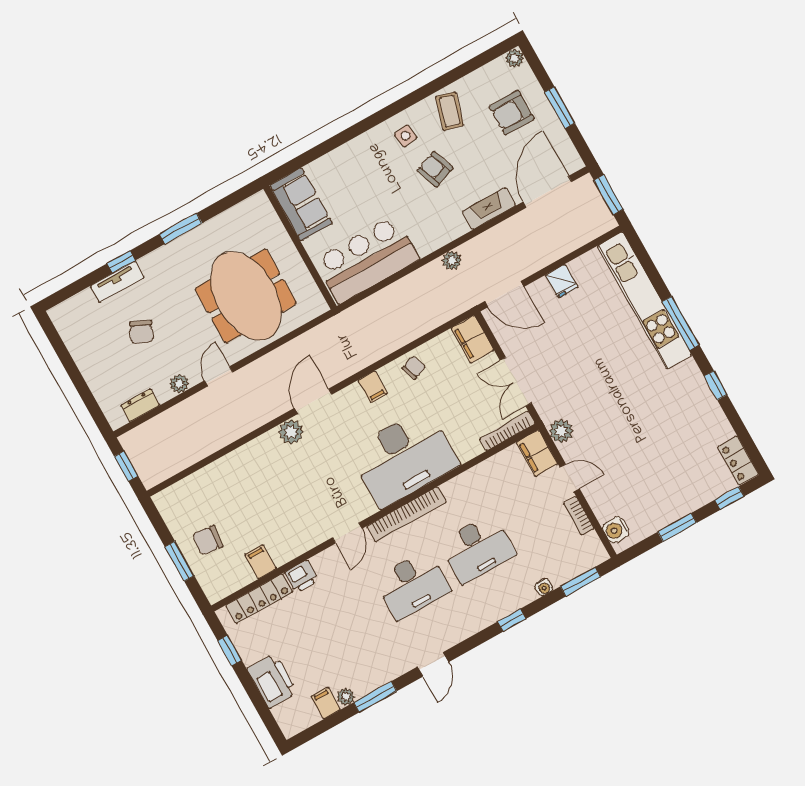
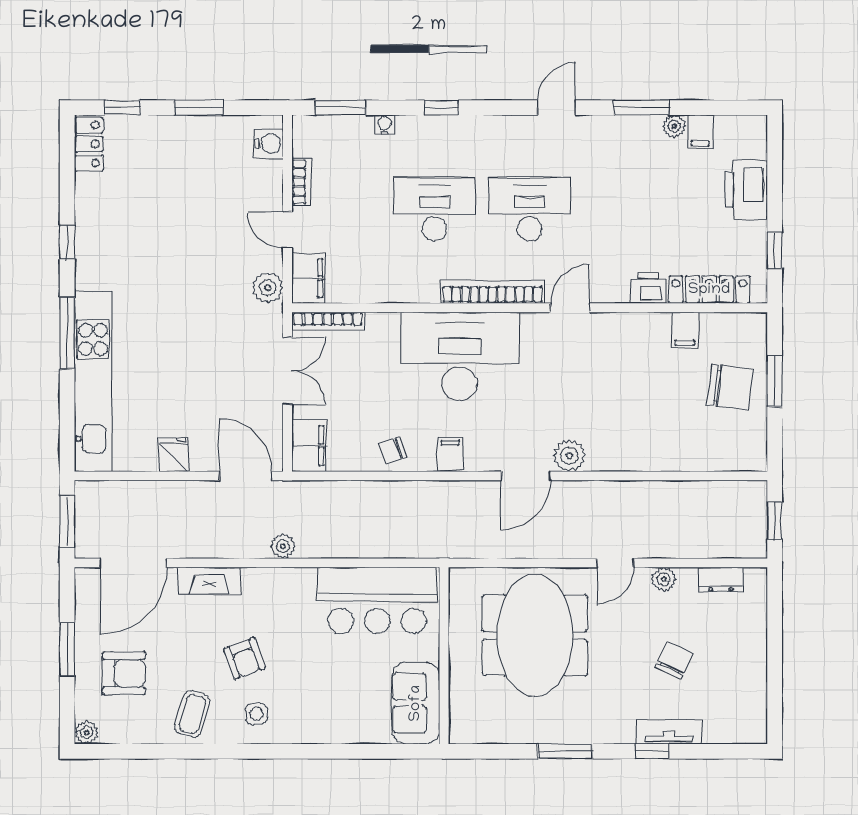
chair: (208, 540) -> (730, 387), width x1.37, depth x1.37

